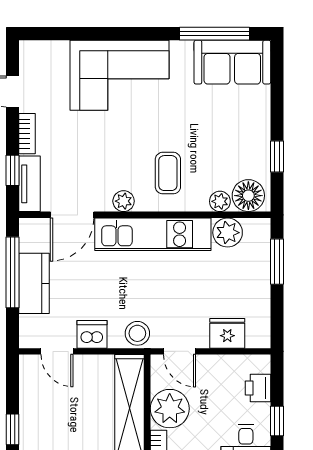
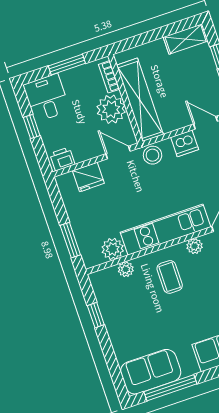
floor lamp: (248, 196) -> (107, 280), removed
printer: (258, 388) -> (62, 159), moved, turned -90

